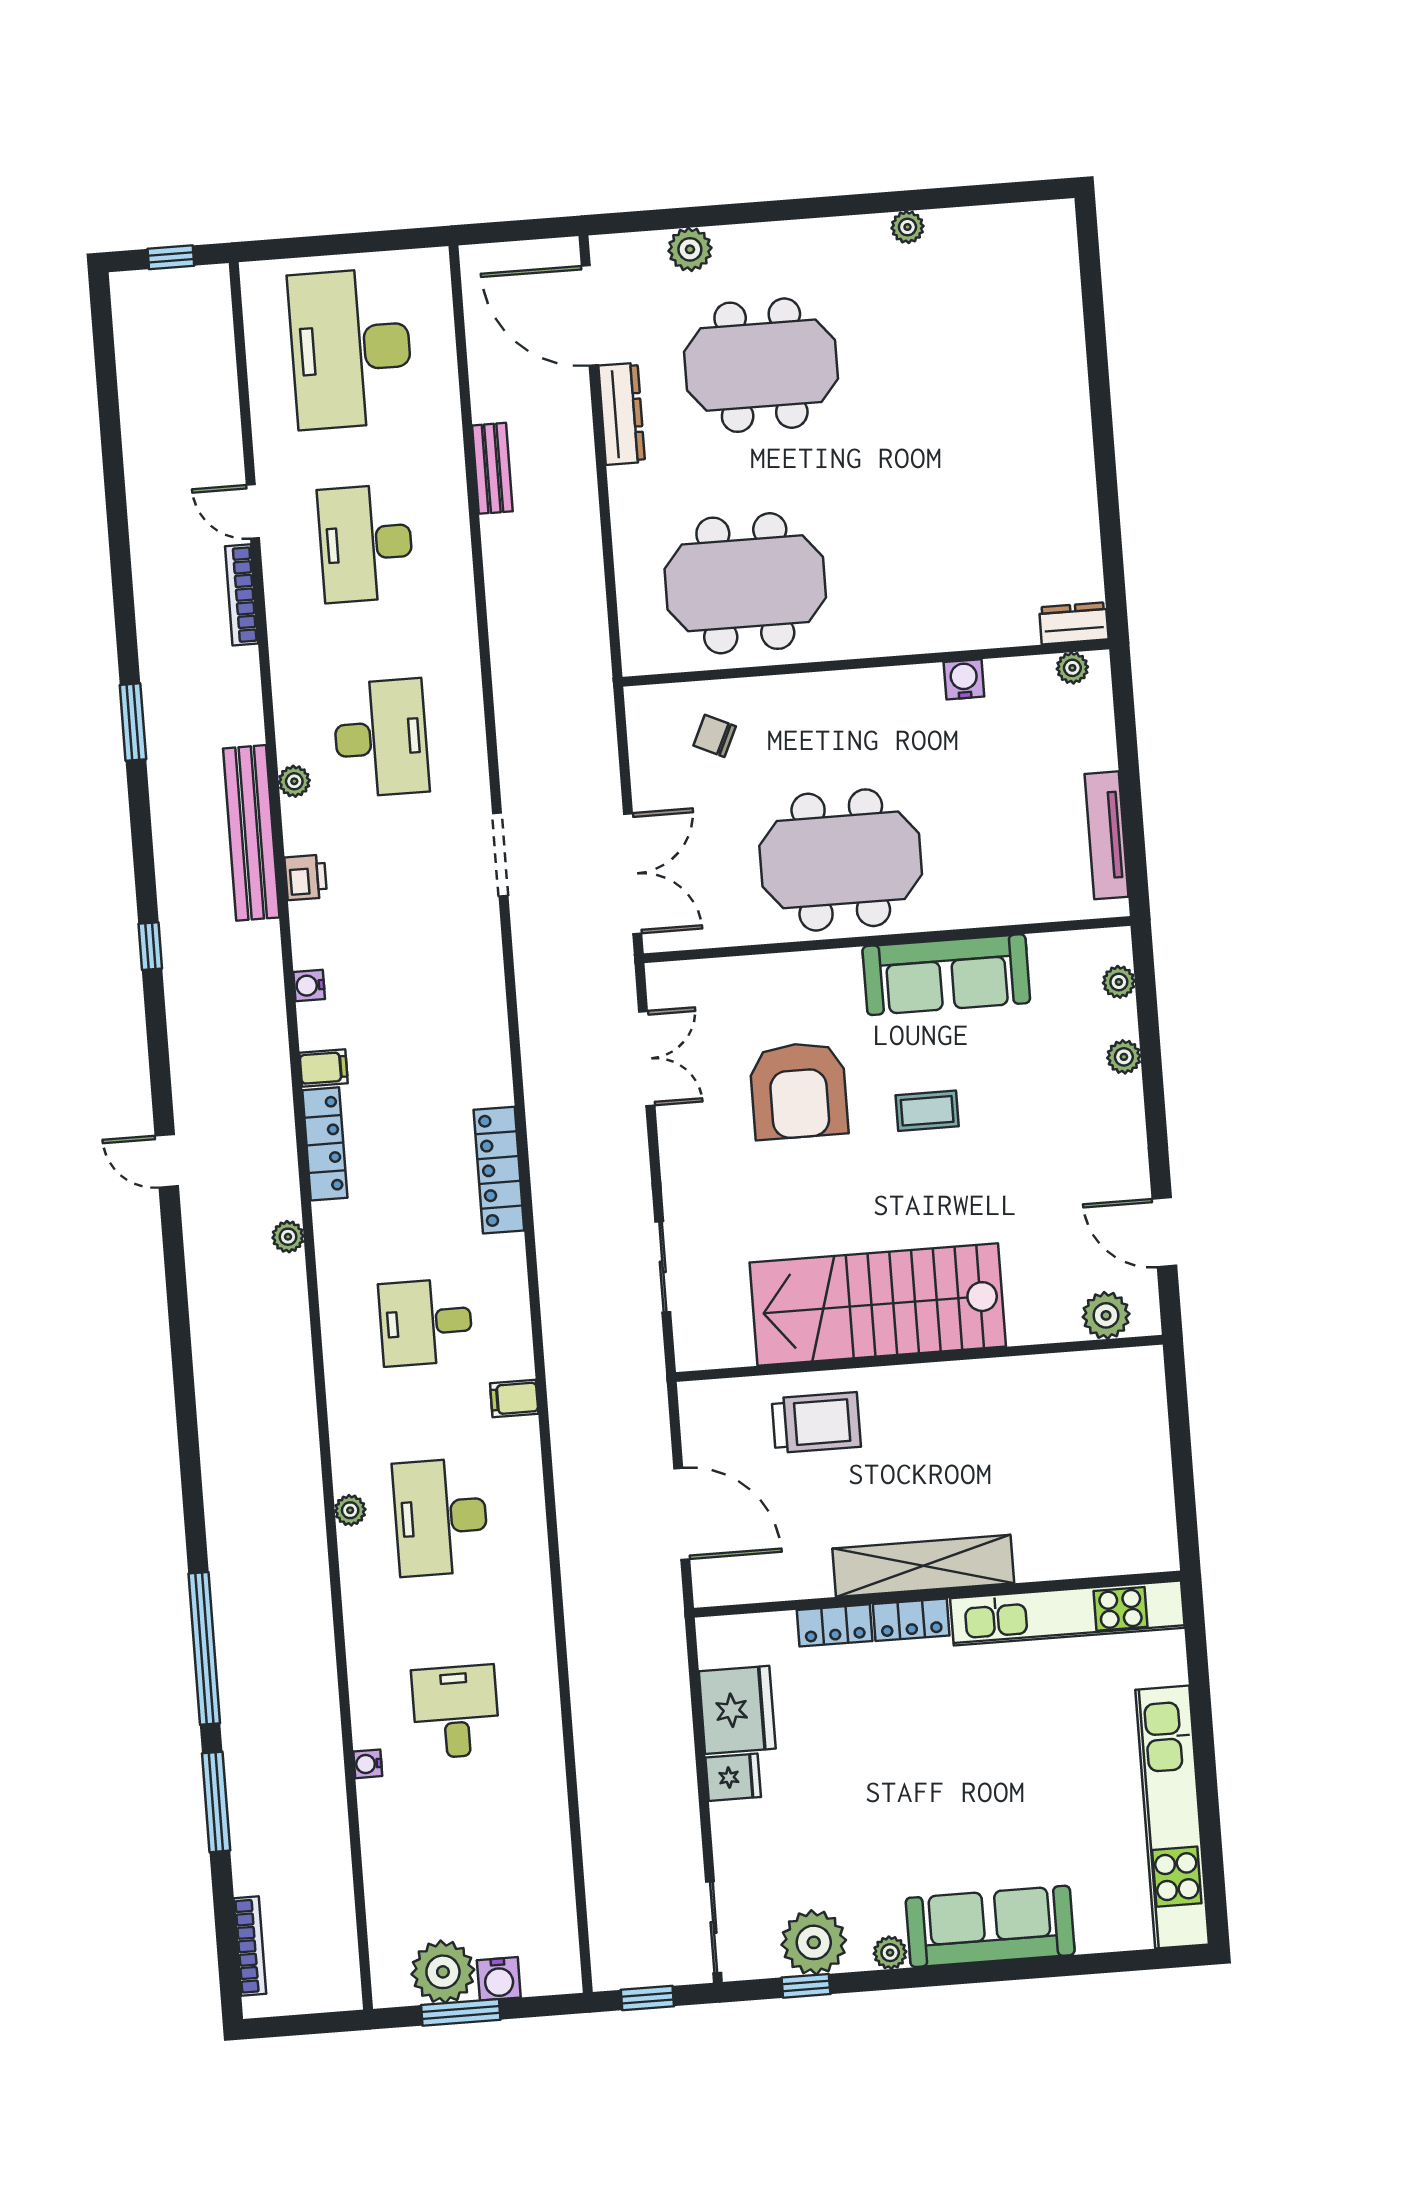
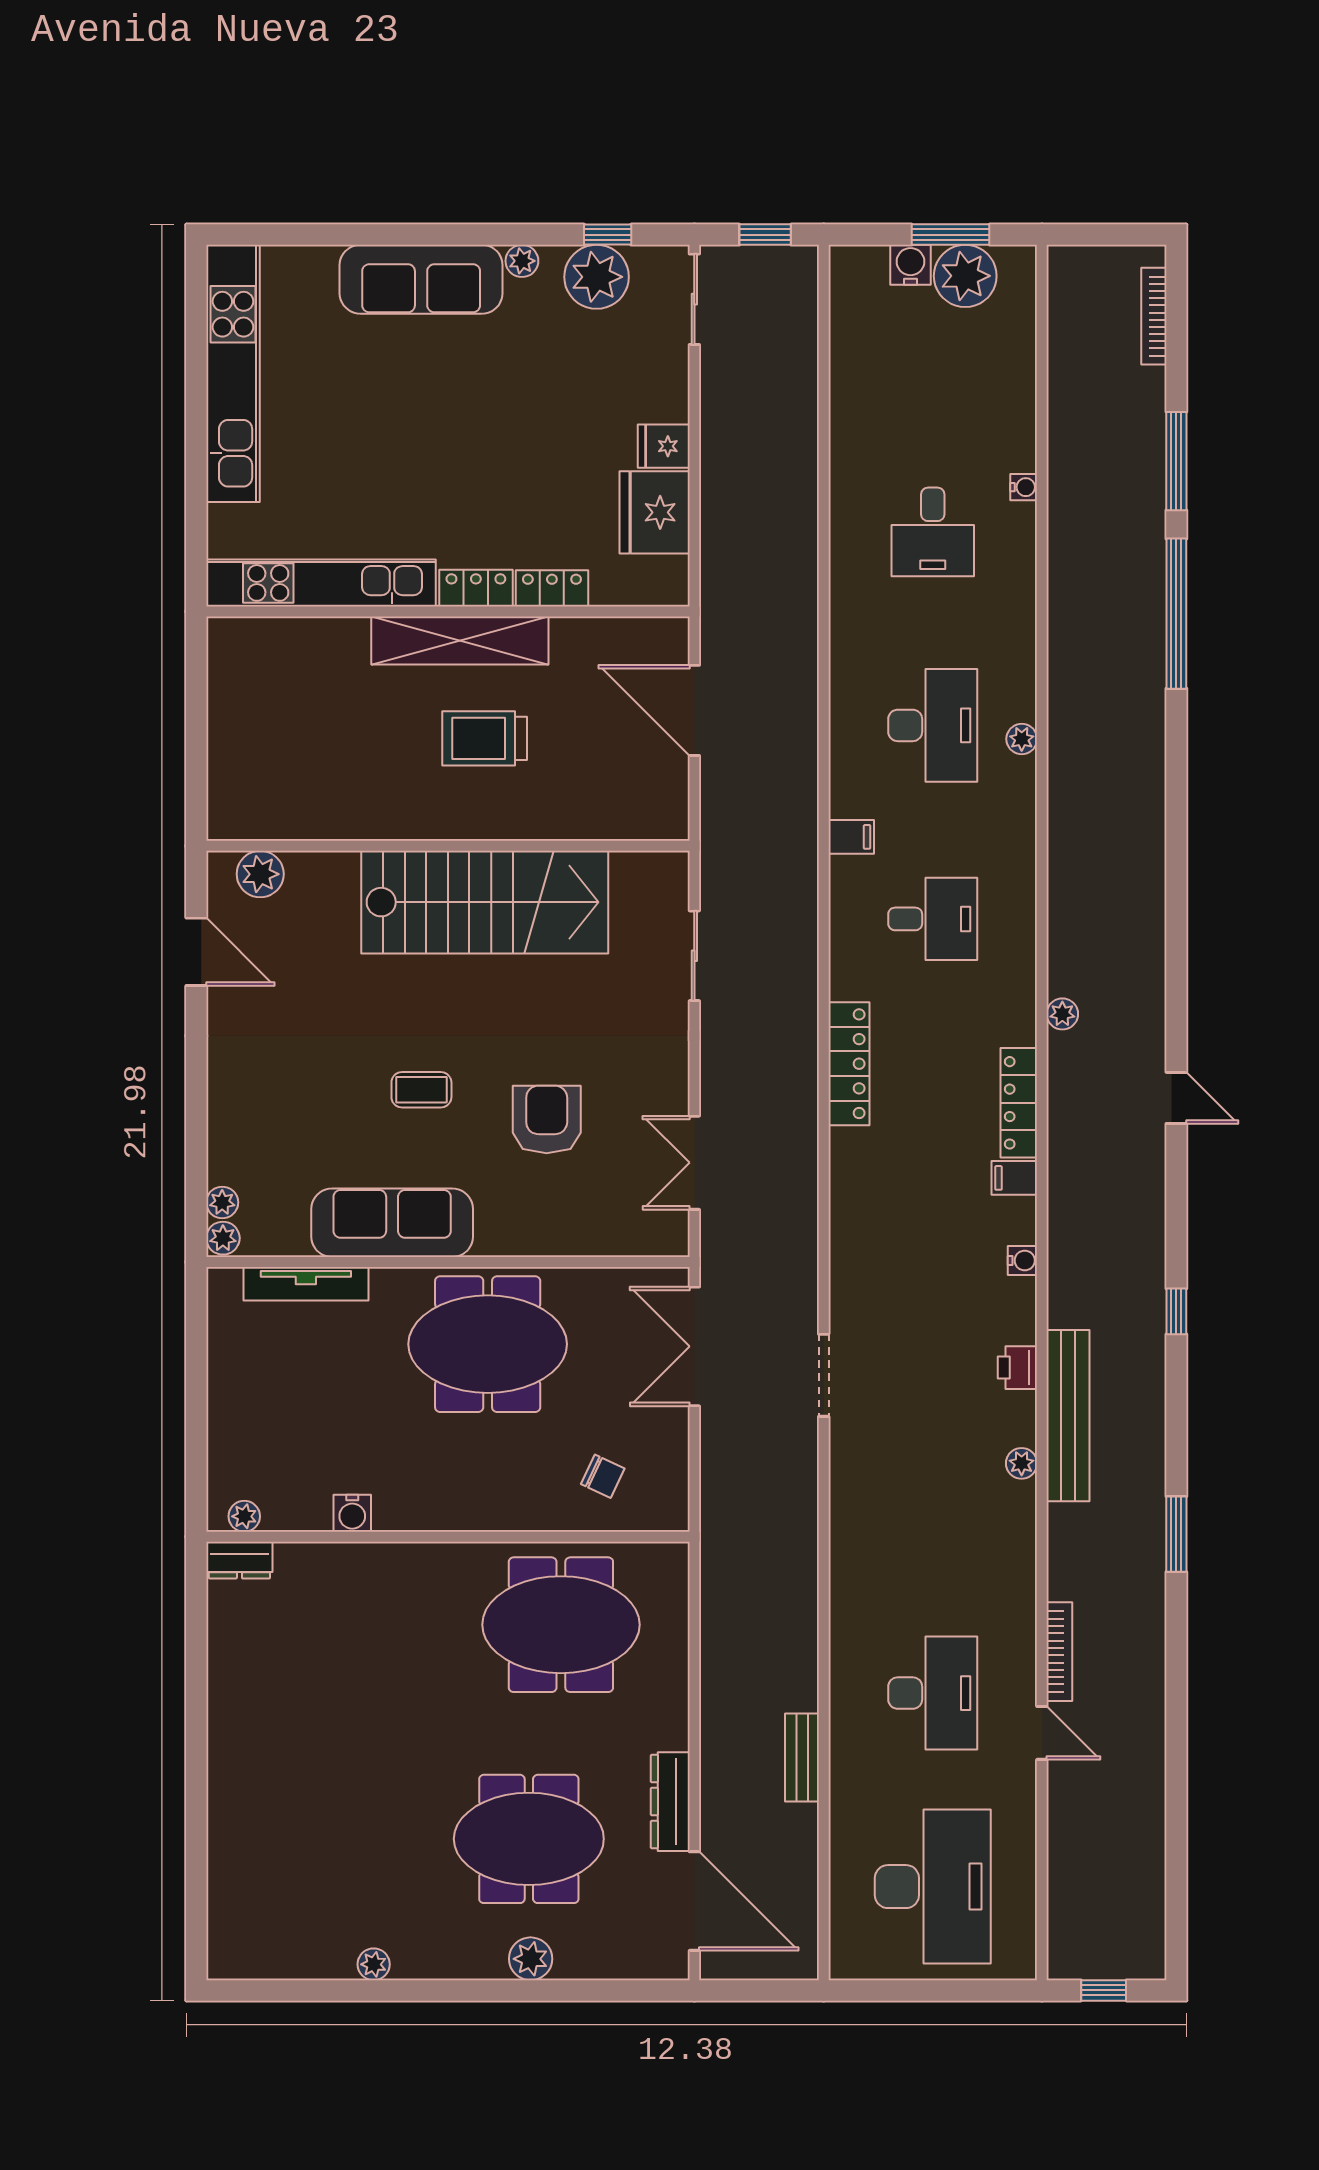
plant: (690, 249) -> (531, 1959), moved
desk: (381, 738) -> (933, 1500), removed
tv unit: (1106, 835) -> (306, 1284), moved, turned 90
plant: (1124, 1057) -> (223, 1238), moved
armchair: (799, 1091) -> (547, 1119), width x0.73, depth x0.73
trolley: (816, 1423) -> (485, 738), moved

